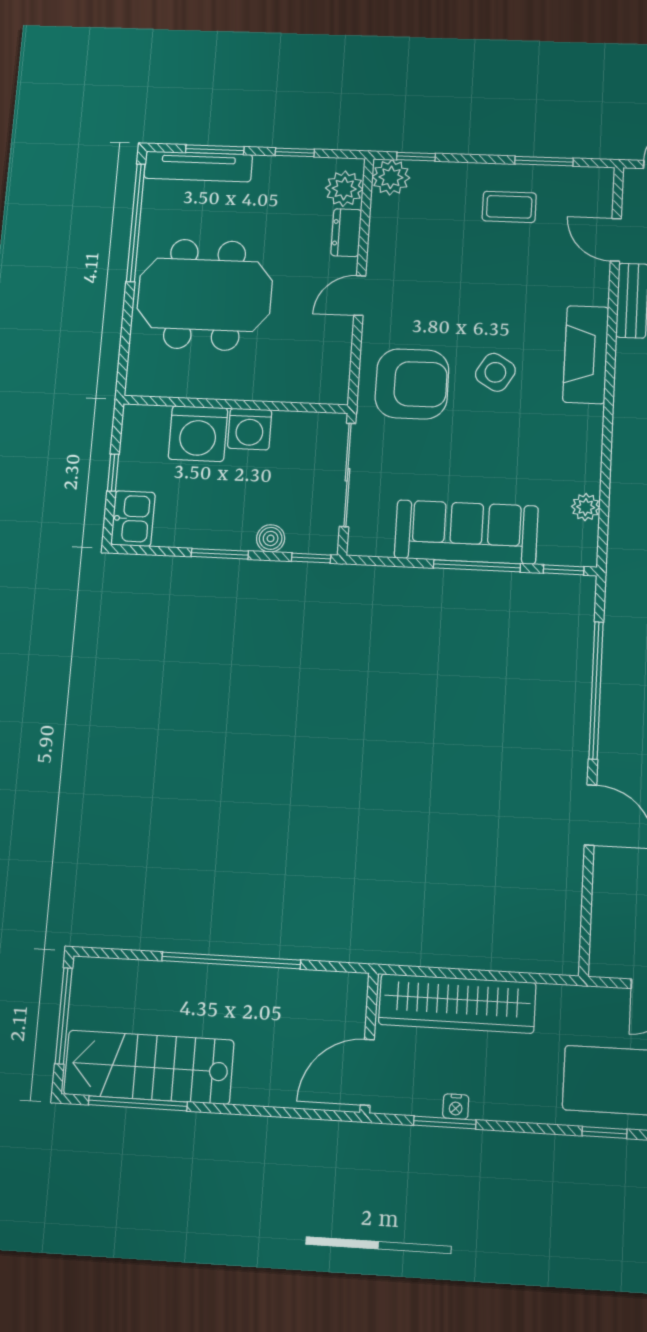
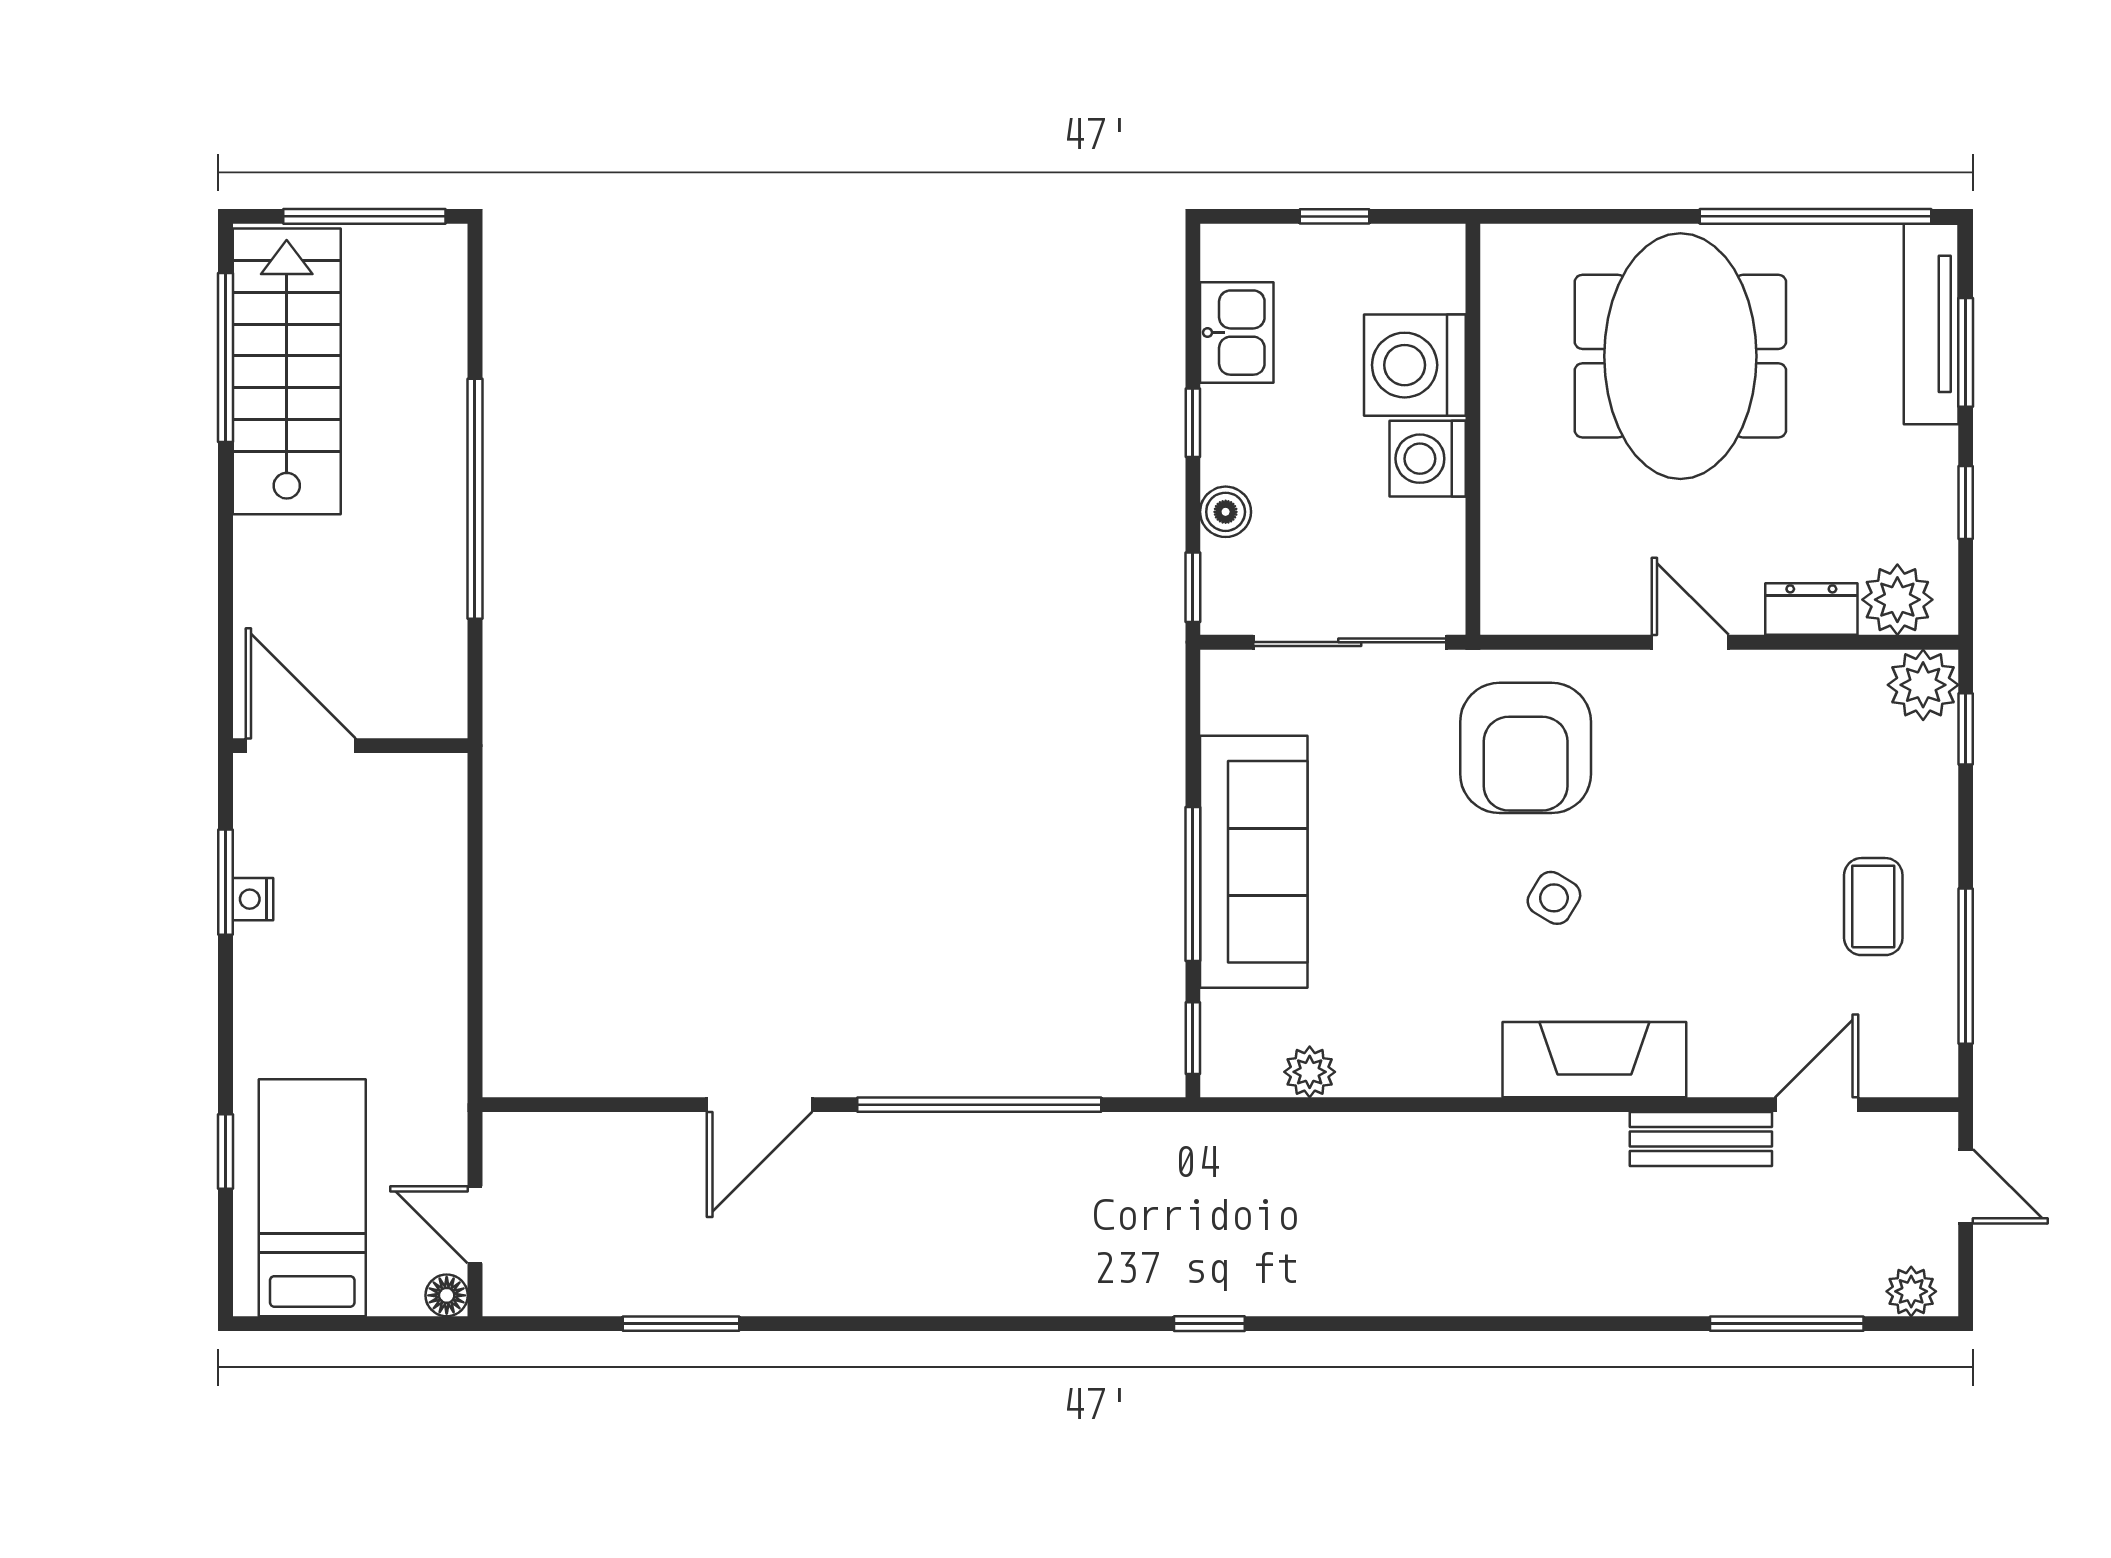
window: (544, 161) -> (1966, 966), width x1.44
side table: (495, 372) -> (1554, 898), width x0.73, depth x0.73
kitchen sink: (133, 519) -> (1237, 333), moved, turned -90
window: (220, 554) -> (1193, 423), width x0.67
wardrobe: (457, 1003) -> (425, 892), removed

